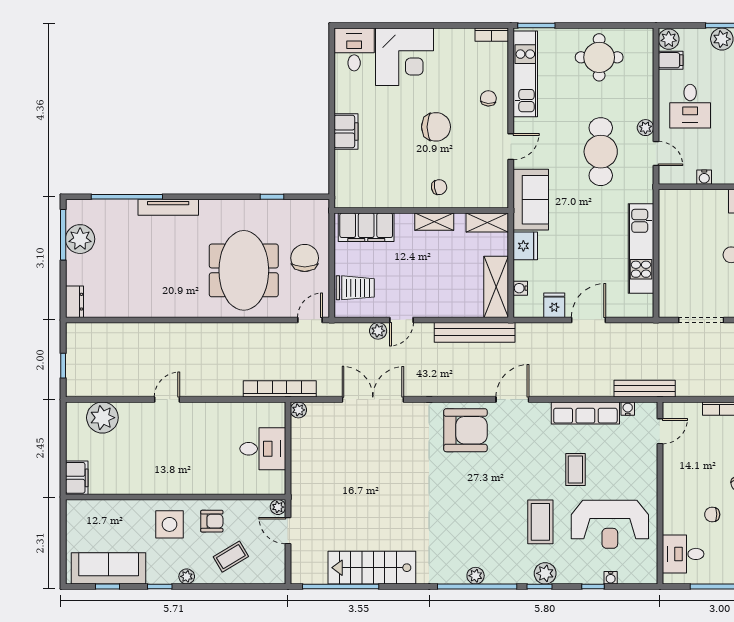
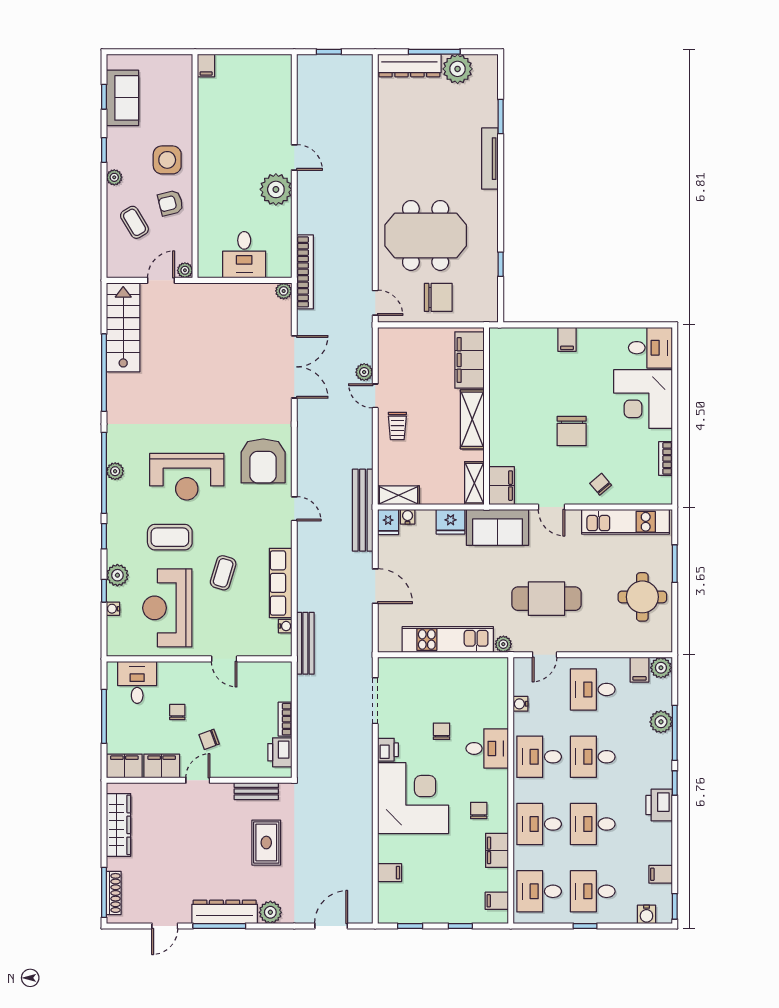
window: (536, 26) -> (675, 564), moved
bookcase: (492, 35) -> (665, 458), moved
chair: (488, 98) -> (601, 484), turned -134
plant: (645, 128) -> (503, 644), moved
filing cabinet: (346, 131) -> (567, 339), width x0.50
chair: (439, 187) -> (510, 434), removed
filing cabinet: (490, 196) -> (502, 486), added
window: (127, 197) -> (501, 117), width x0.47
shelving: (434, 222) -> (472, 419), width x1.50, depth x1.33
window: (63, 235) -> (434, 52), moved
shelving: (496, 287) -> (398, 495), width x0.67, depth x0.75
trolley: (355, 288) -> (397, 426), moved, width x0.73, depth x0.72
dresser: (74, 302) -> (409, 65), width x1.96, depth x1.24
fridge: (554, 305) -> (388, 522), moved, turned 90
bench: (475, 332) -> (363, 510), moved
door: (512, 400) -> (294, 509), width x0.73
plant: (102, 418) -> (276, 189), moved
door: (660, 431) -> (224, 659), moved
coffee table: (575, 469) -> (223, 573), turned -73
filing cabinet: (77, 478) -> (206, 66), width x0.50
reception desk: (481, 505) -> (187, 477), added
armchair: (212, 521) -> (171, 203), turned 76
sofa: (109, 568) -> (122, 98), width x0.73
stairs: (372, 568) -> (123, 327), moved
plant: (545, 573) -> (117, 575), moved
window: (341, 587) -> (104, 373), moved

